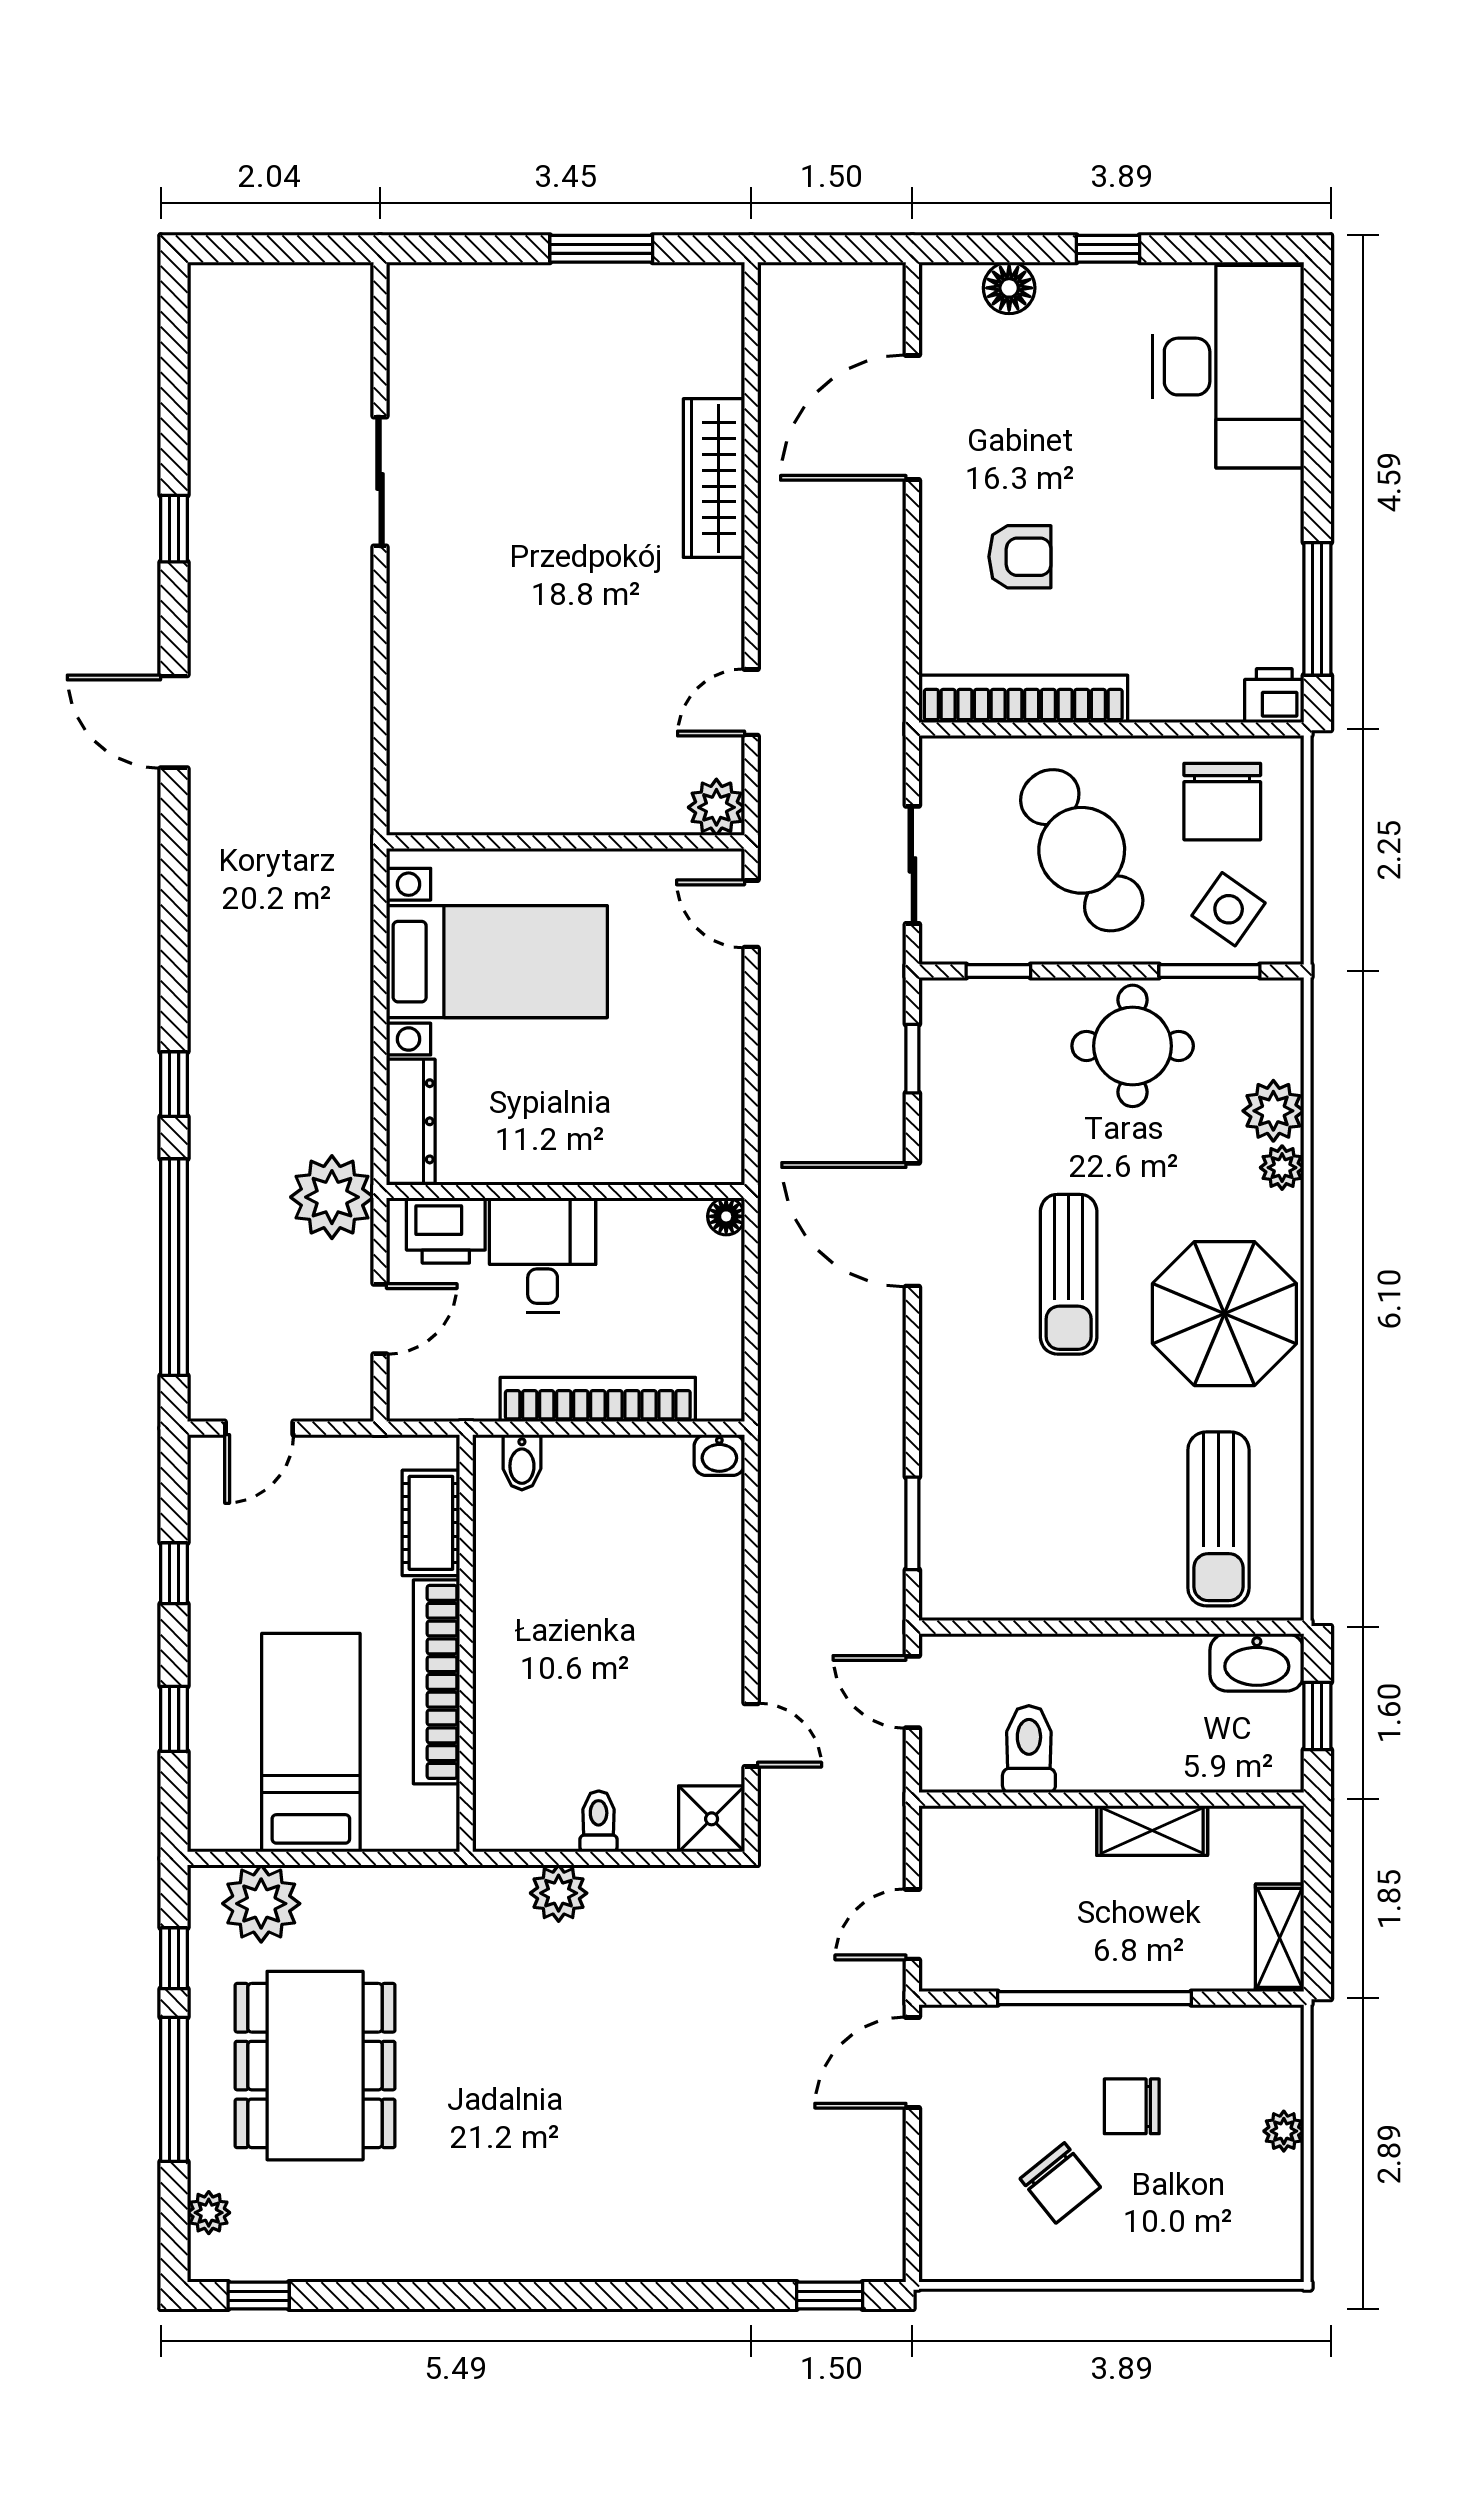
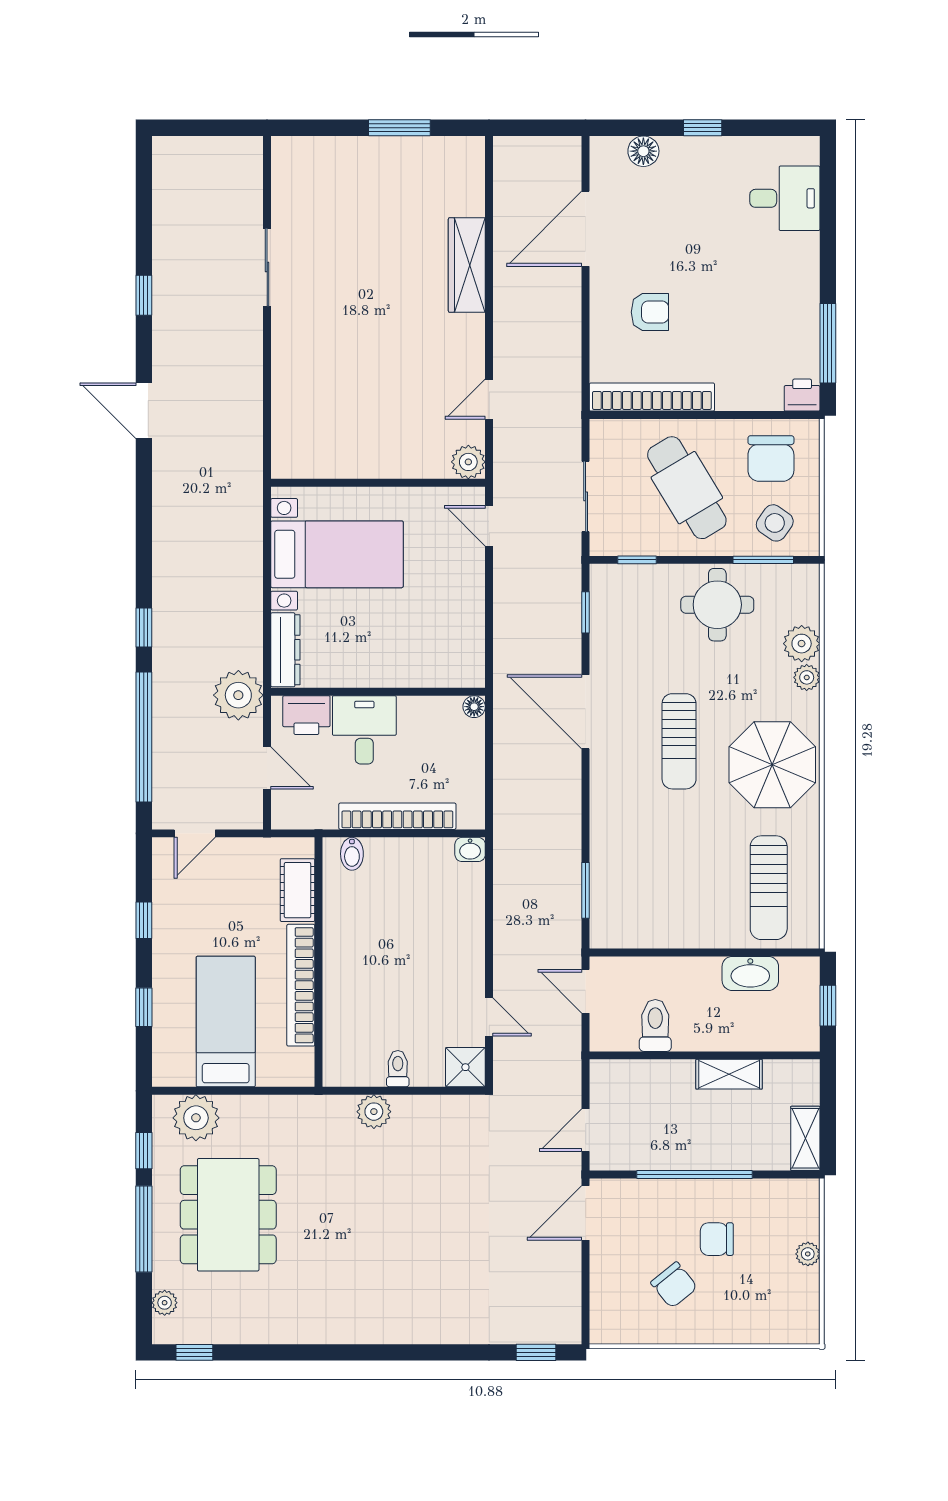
desk: (1228, 367) -> (785, 198), width x0.53, depth x0.77
door: (380, 1319) -> (267, 768), hinge flipped
washbasin: (1257, 1662) -> (750, 973), moved

